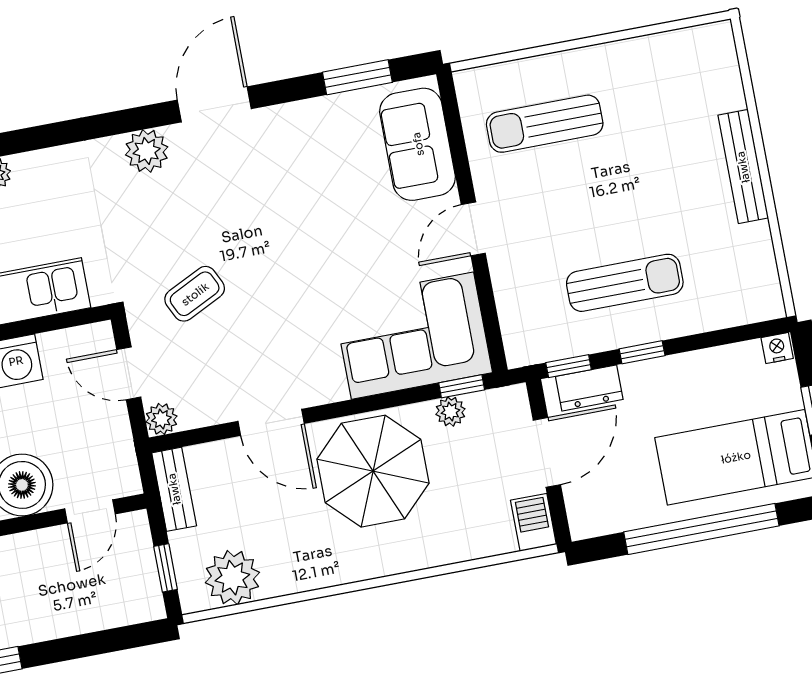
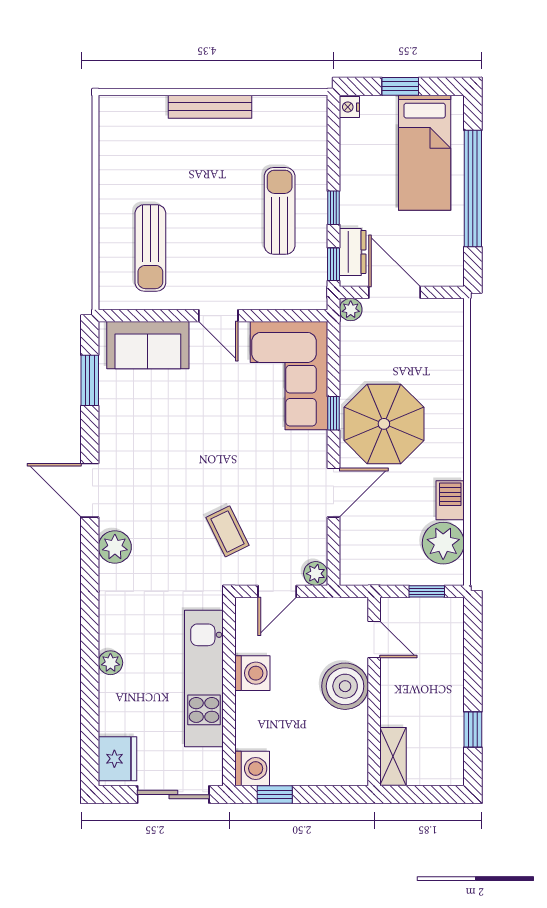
window: (462, 386) -> (334, 413), moved
plant: (450, 412) -> (351, 310), moved
bench: (174, 489) -> (370, 574), removed
barbecue: (533, 522) -> (450, 500), moved, turned 90

